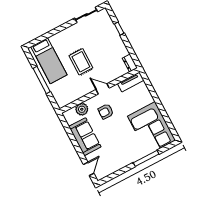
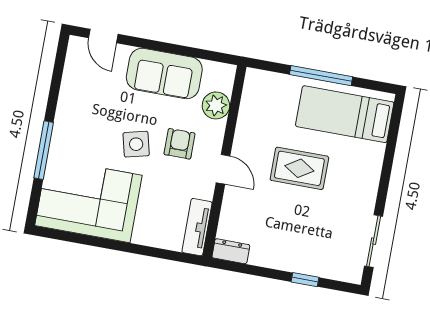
door: (103, 89) -> (223, 169), hinge flipped
side table: (118, 127) -> (136, 144), added

